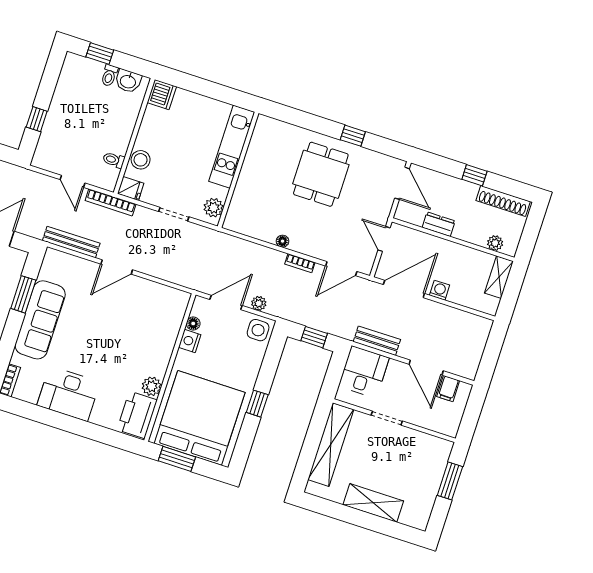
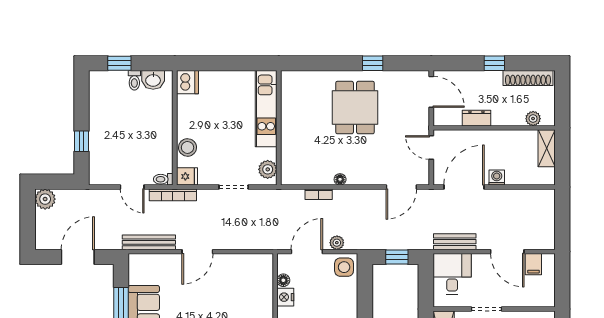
toilet: (114, 160) -> (163, 179), moved
bookcase: (300, 263) -> (319, 194), moved

